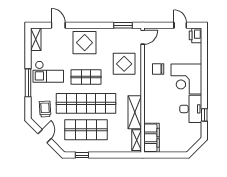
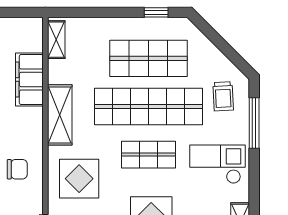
window: (28, 83) -> (254, 123), moved
shelving: (135, 112) -> (60, 115), moved
door: (45, 136) -> (224, 47), removed
filing cabinet: (151, 138) -> (29, 79), moved

